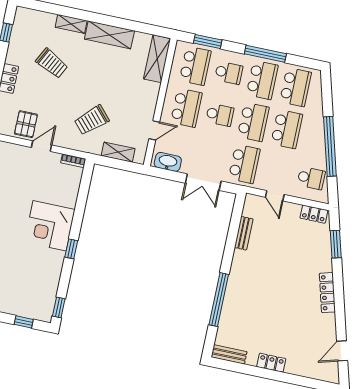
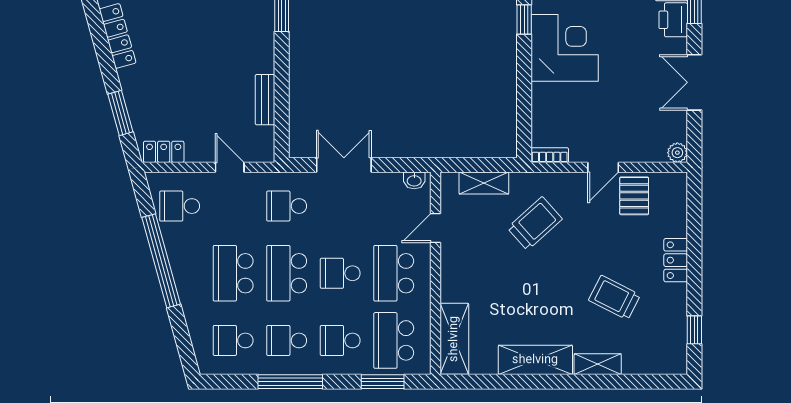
school desk: (262, 80) -> (287, 340), width x0.54
school desk: (296, 87) -> (233, 340), width x0.54
washbasin: (168, 162) -> (414, 180), width x0.52, depth x0.69
school desk: (244, 164) -> (287, 206), width x0.54

